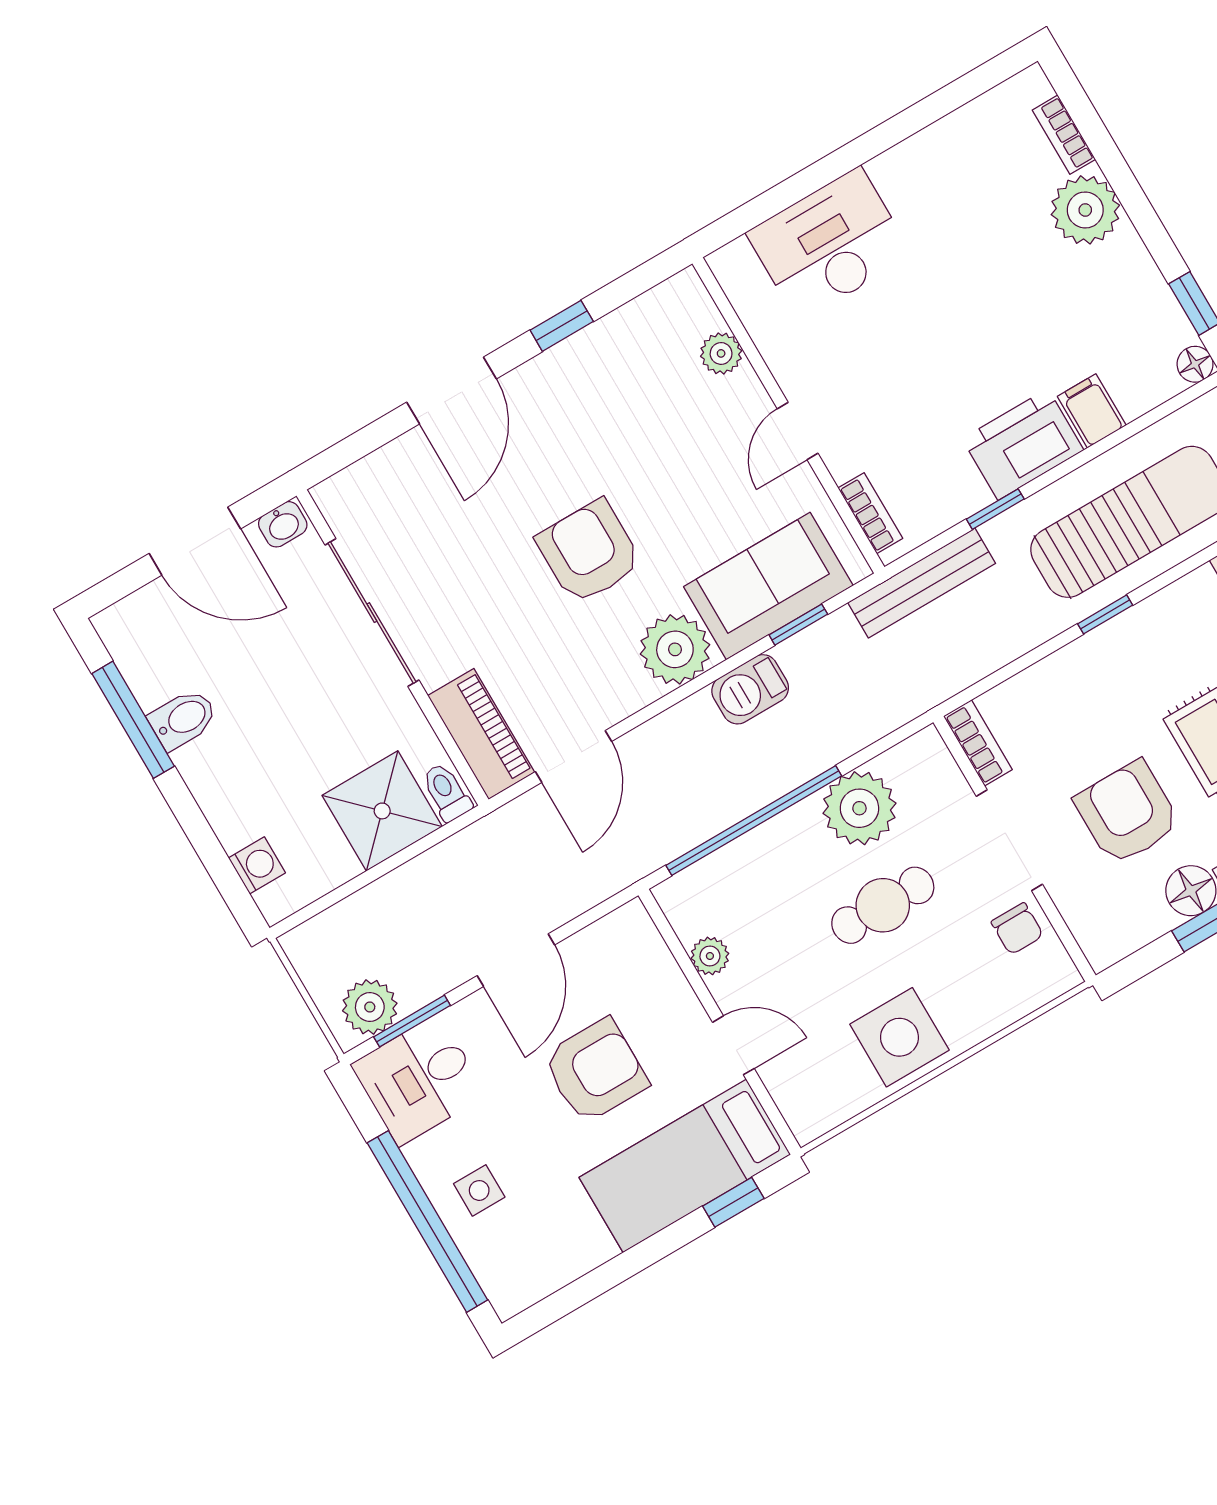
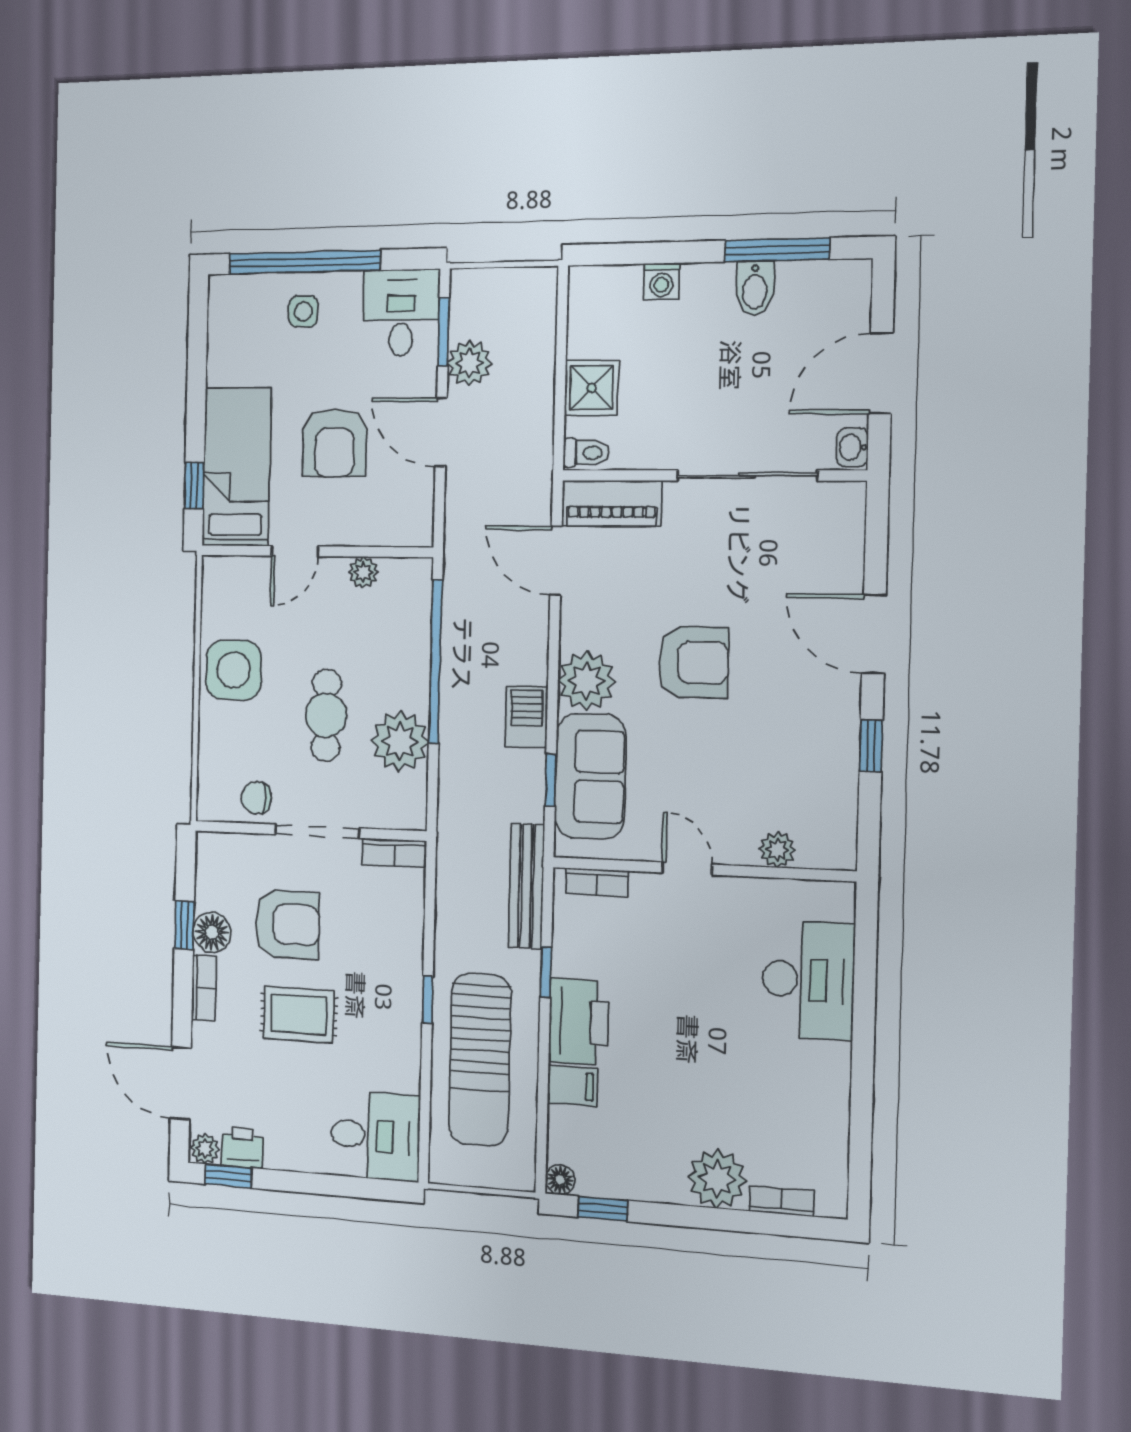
shower: (382, 811) -> (591, 388), width x0.73, depth x0.73
washing machine: (257, 865) -> (662, 281), moved
plant: (370, 1007) -> (469, 363), moved

